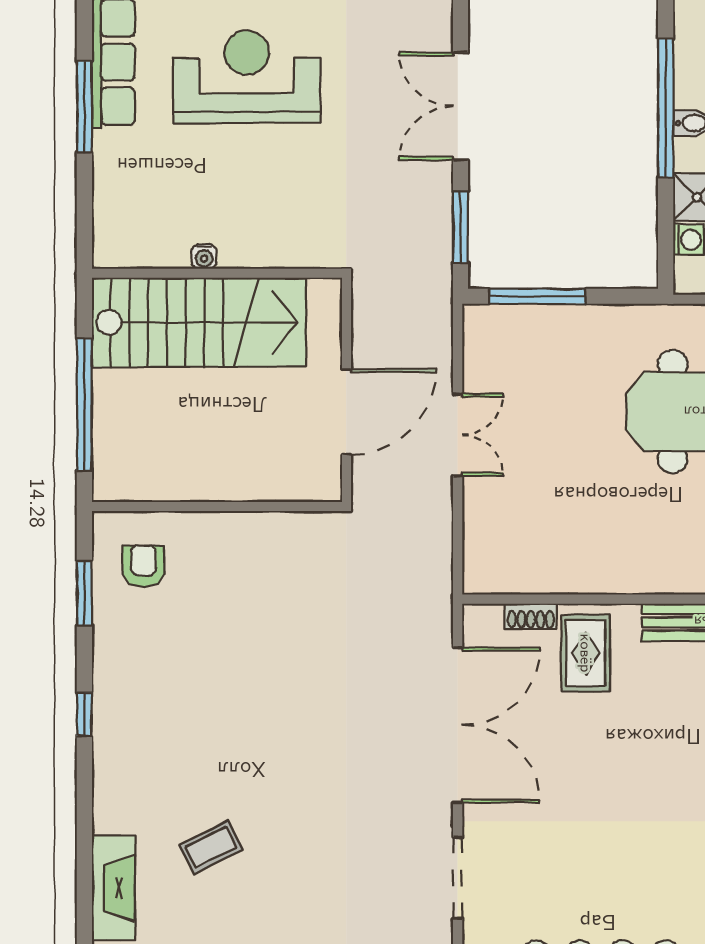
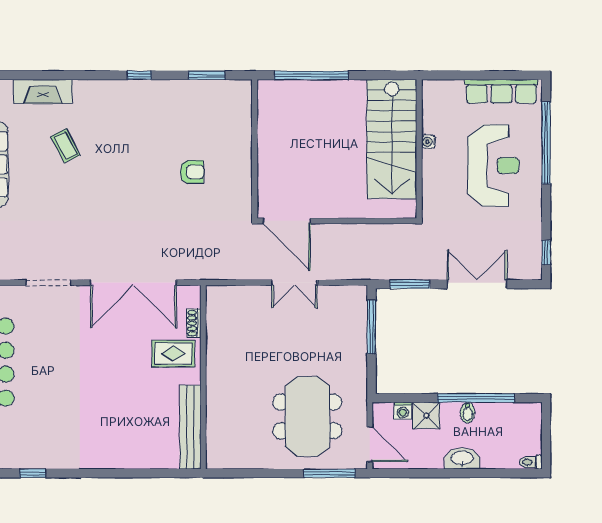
window: (84, 107) -> (477, 75), removed
water cooler: (204, 257) -> (428, 142), moved
wall: (217, 273) -> (419, 149), moved
stairs: (199, 322) -> (392, 139), moved
door: (346, 412) -> (287, 221), moved
armchair: (144, 566) -> (192, 172), moved

